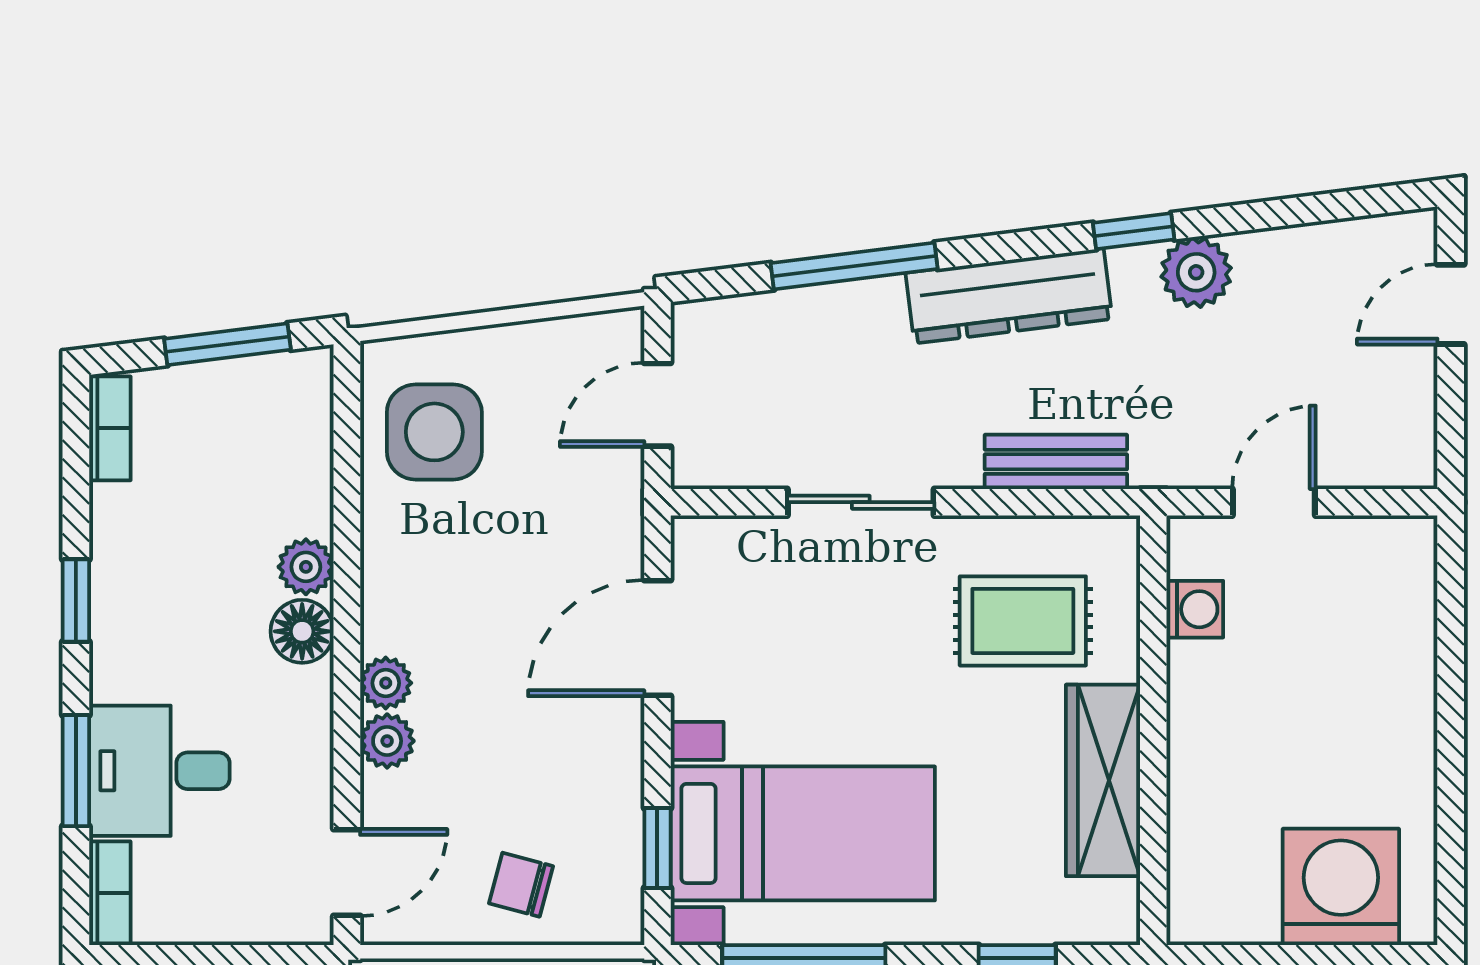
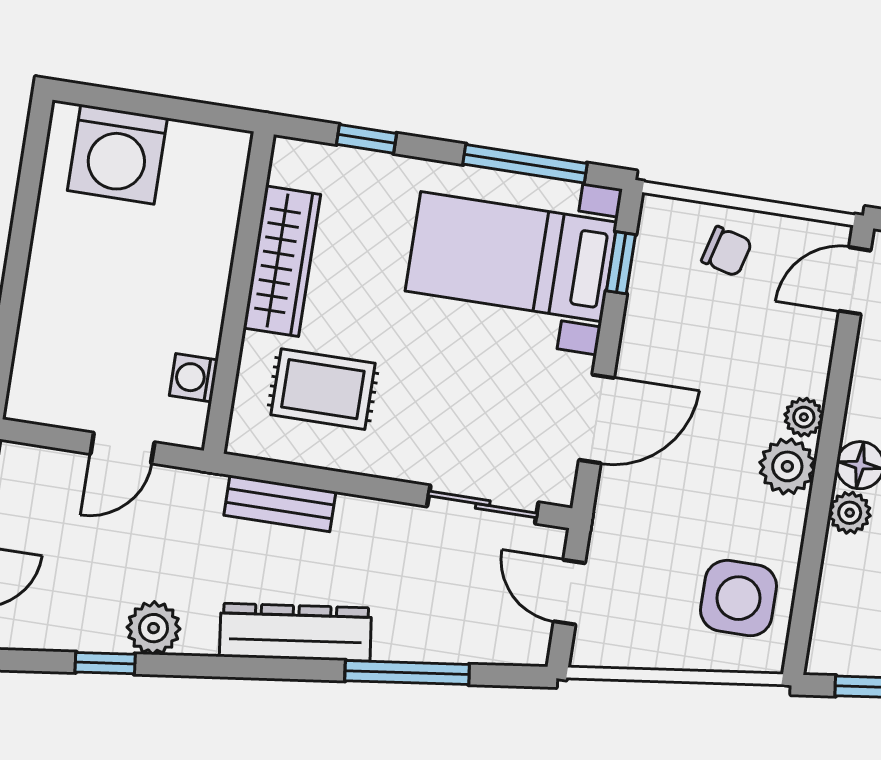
window: (1134, 231) -> (105, 663), moved
door: (657, 405) -> (569, 592), swing flipped
sliding door: (861, 502) -> (483, 504), moved
plant: (387, 741) -> (787, 466), moved, width x1.38, depth x1.38

